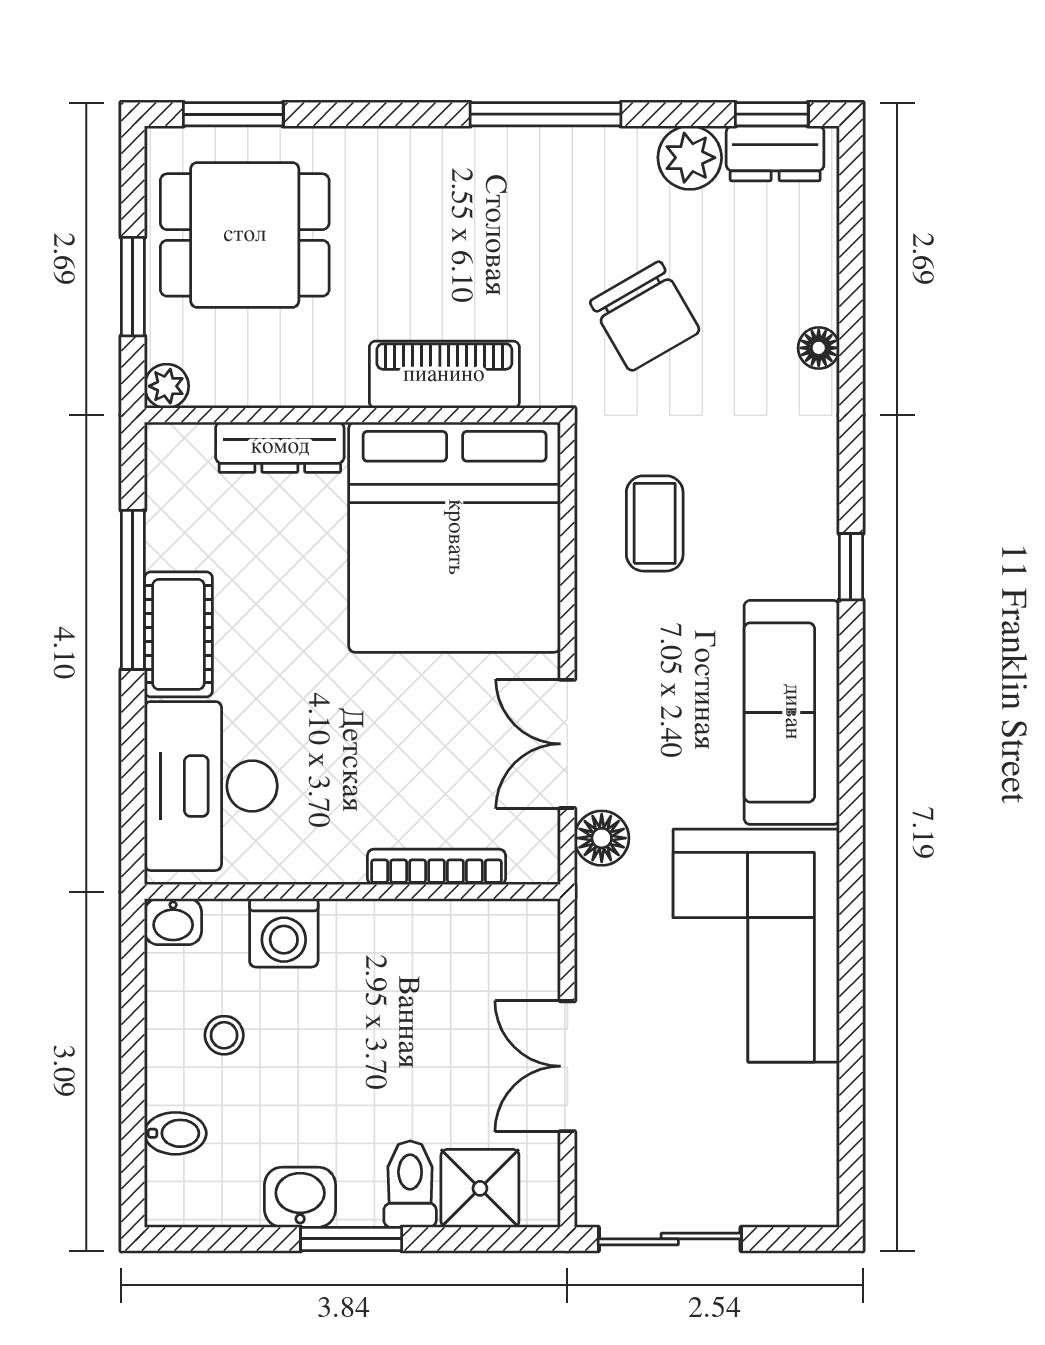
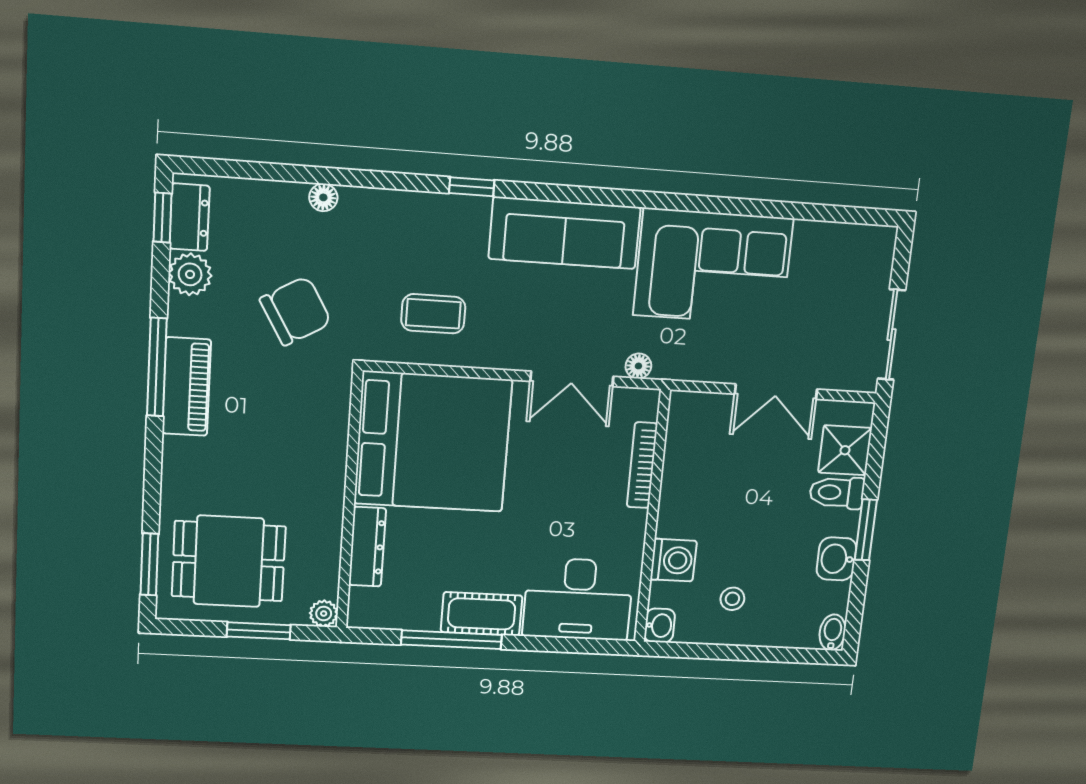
dining table: (245, 235) -> (229, 561), turned 90
piano: (444, 375) -> (186, 387), moved, turned 180
floor lamp: (602, 838) -> (638, 366), width x0.73, depth x0.73
bidet: (175, 1133) -> (833, 632), moved

